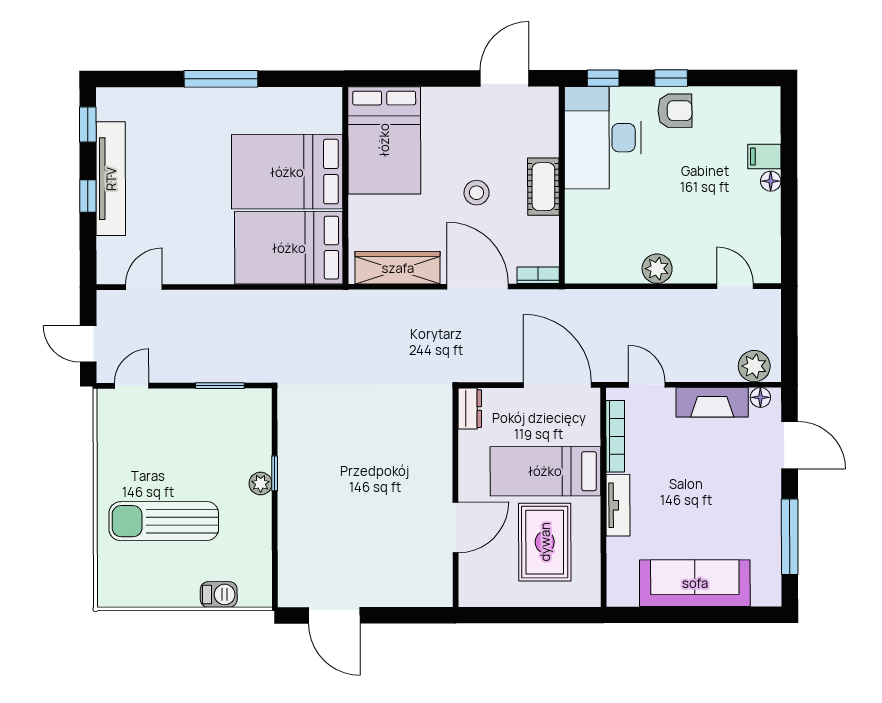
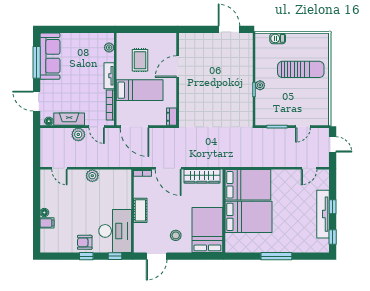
stool: (477, 193) -> (176, 235), moved
plant: (754, 366) -> (78, 134), moved
door: (132, 386) -> (303, 127), moved
rug: (545, 542) -> (140, 60), width x0.73, depth x0.70
plant: (618, 572) -> (109, 48), added
sofa: (695, 583) -> (50, 56), moved, turned -90

